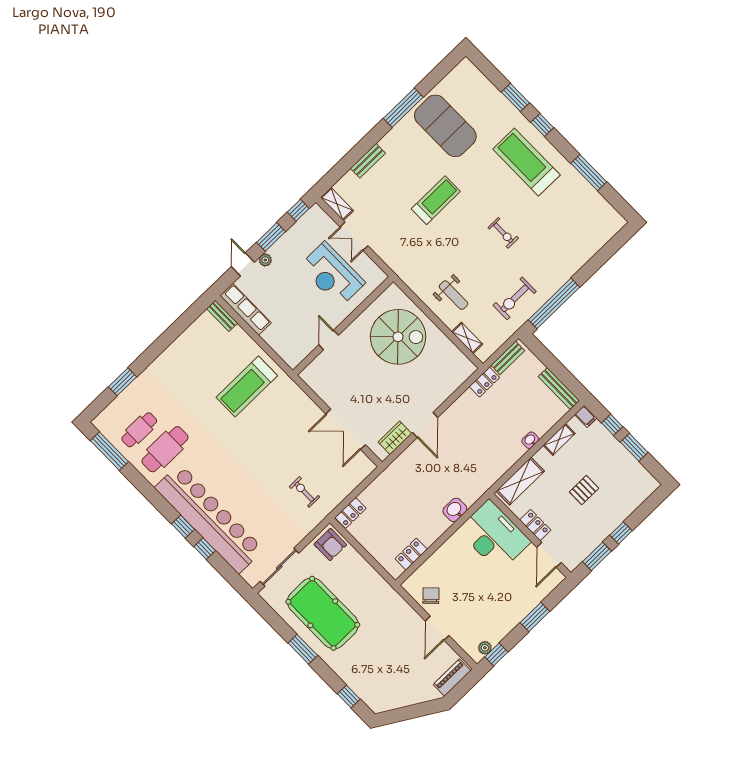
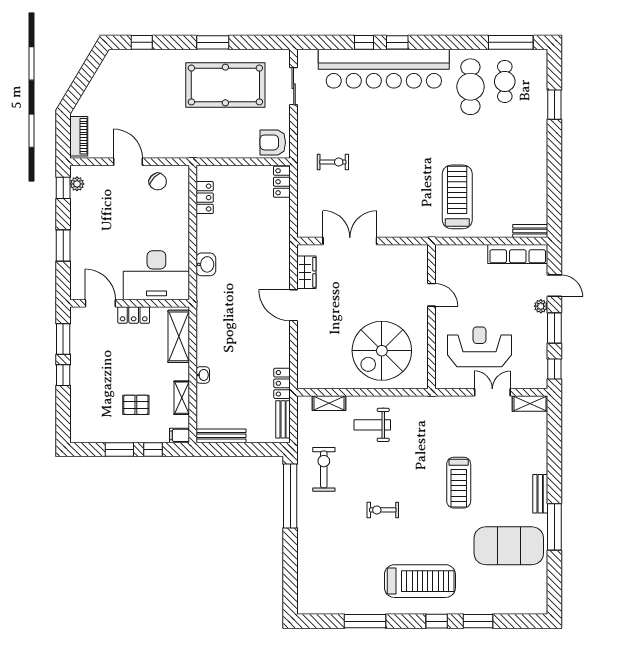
bench: (368, 161) -> (540, 494), moved
pallet: (584, 490) -> (136, 405), moved, turned 90
sliding door: (279, 567) -> (294, 86), width x0.73

